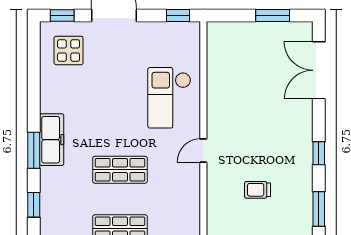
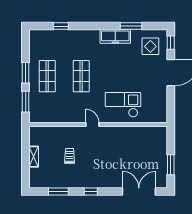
window: (178, 15) -> (171, 110), removed
freezer: (52, 140) -> (115, 36), moved
window: (34, 150) -> (131, 26), moved

